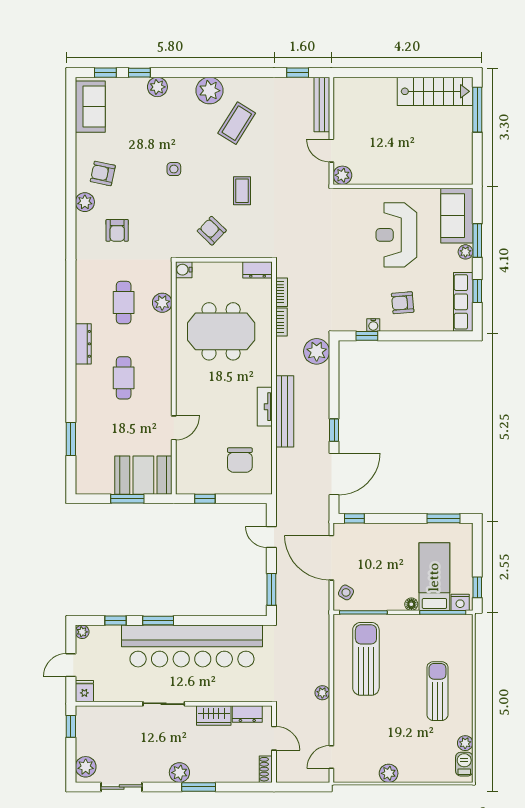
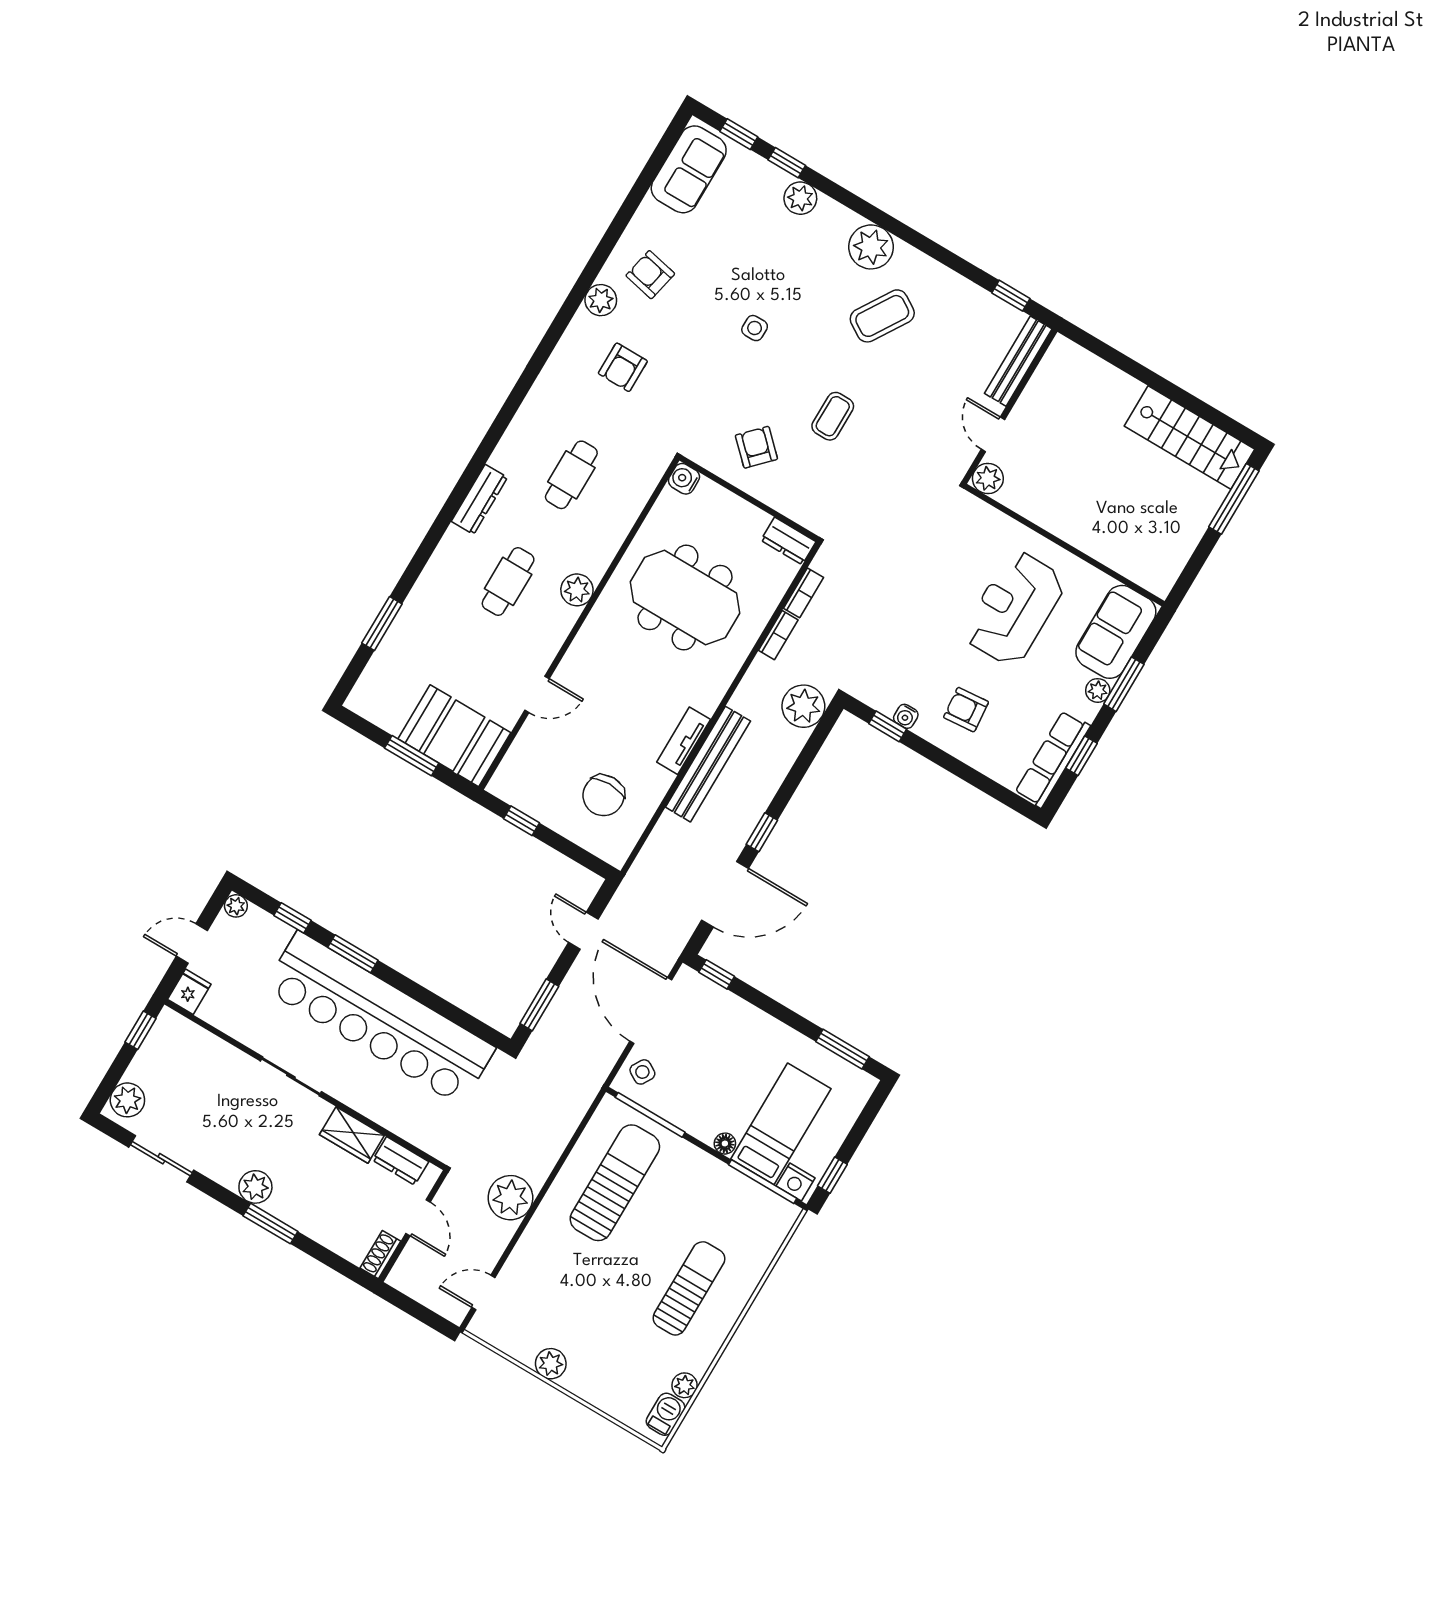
plant: (162, 303) -> (577, 590), moved
plant: (322, 693) -> (510, 1198), width x1.87, depth x1.87

